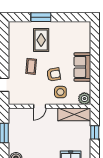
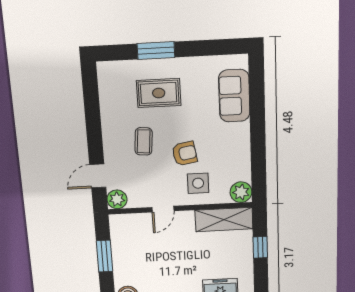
rug: (41, 40) -> (159, 93), turned 90
sofa: (82, 67) -> (234, 96), moved
plant: (14, 99) -> (117, 199), added

